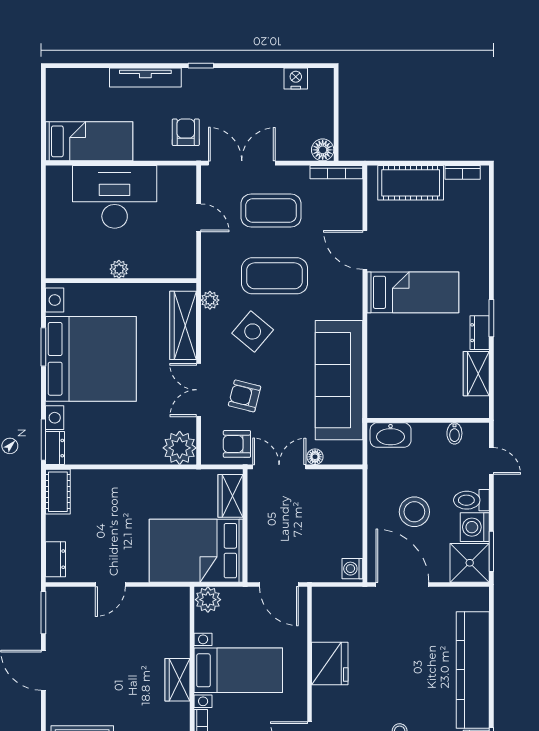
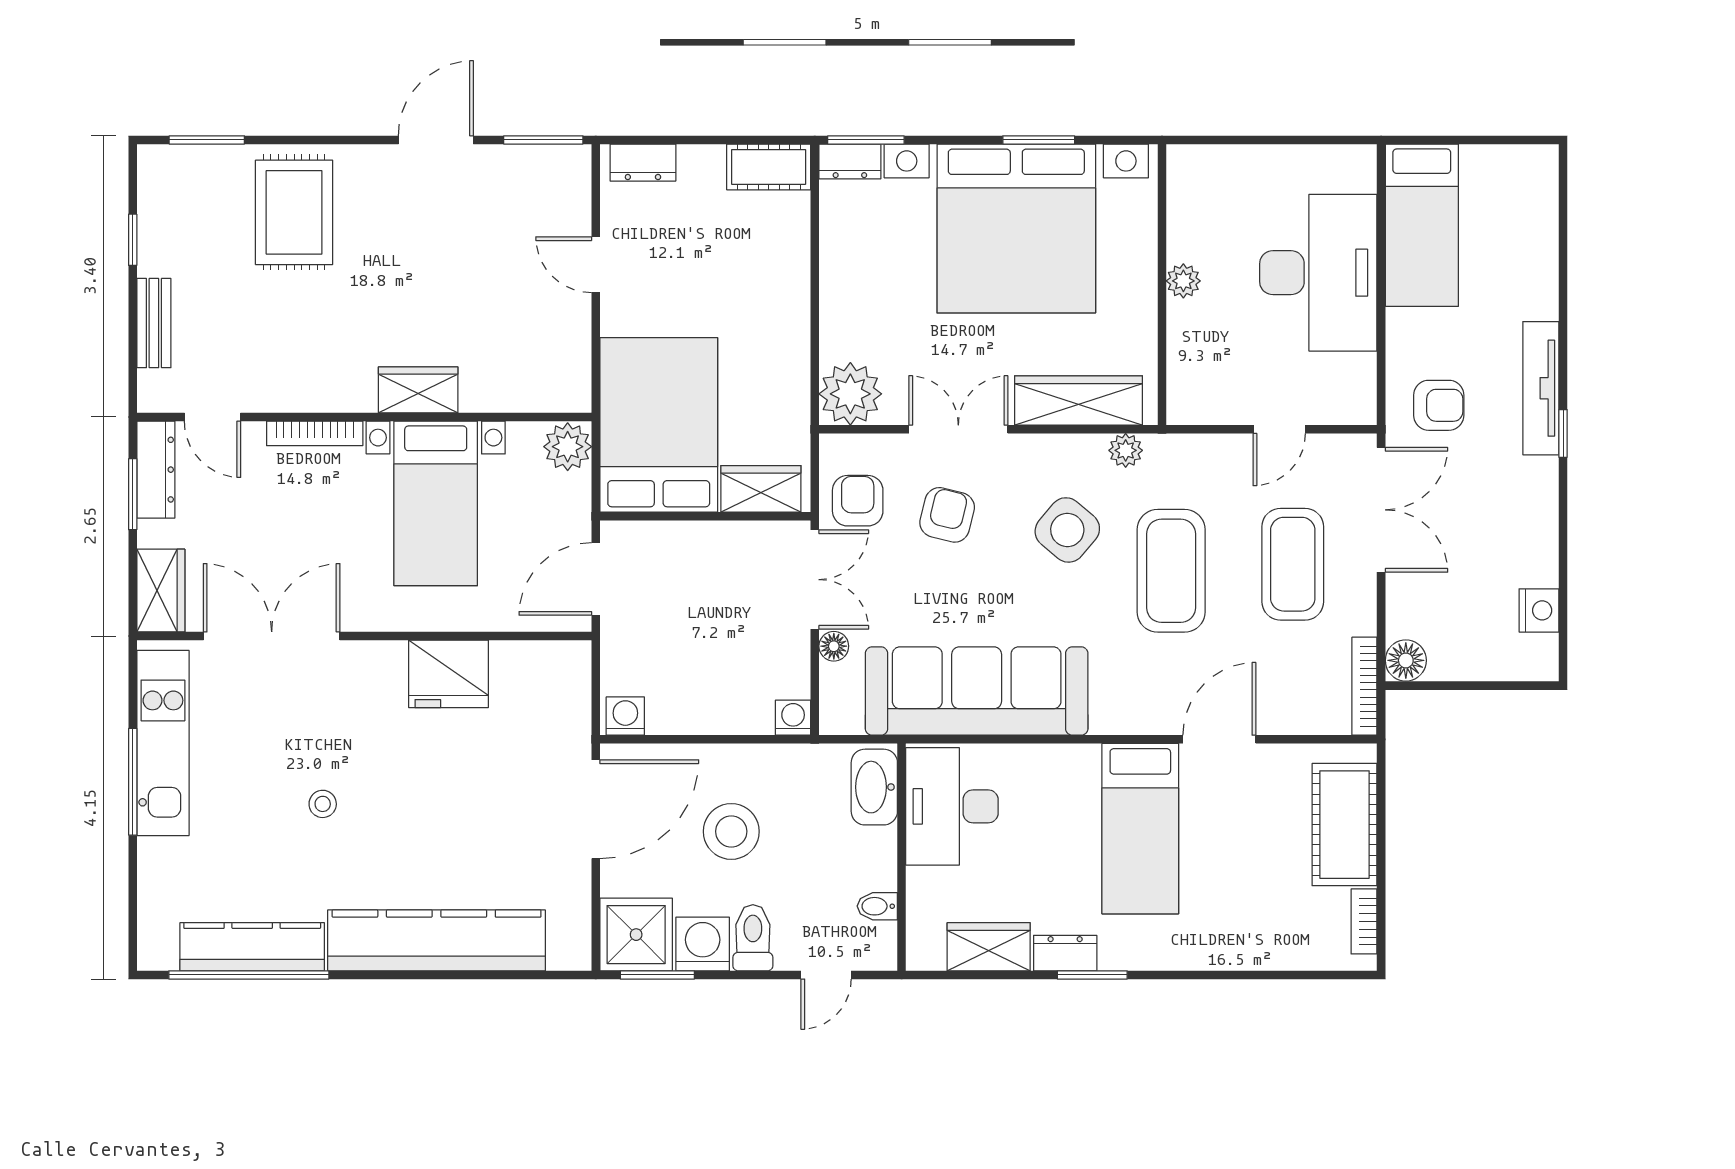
tv unit: (145, 77) -> (1541, 388), moved
desk: (401, 393) -> (952, 806), added
washing machine: (353, 479) -> (793, 718), added

